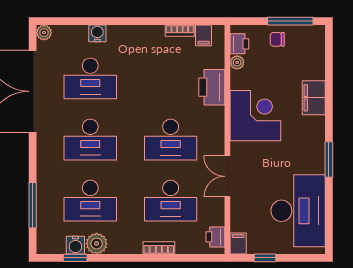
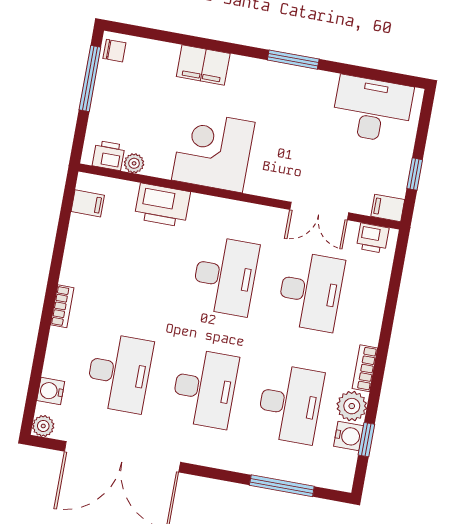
bookcase: (180, 31) -> (62, 306), moved
water cooler: (97, 33) -> (51, 391), moved
chair: (277, 39) -> (114, 51), moved, turned -90
double door: (227, 176) -> (319, 211), moved
desk: (298, 211) -> (372, 109), width x0.73, depth x0.77
bookcase: (159, 248) -> (365, 368), moved

